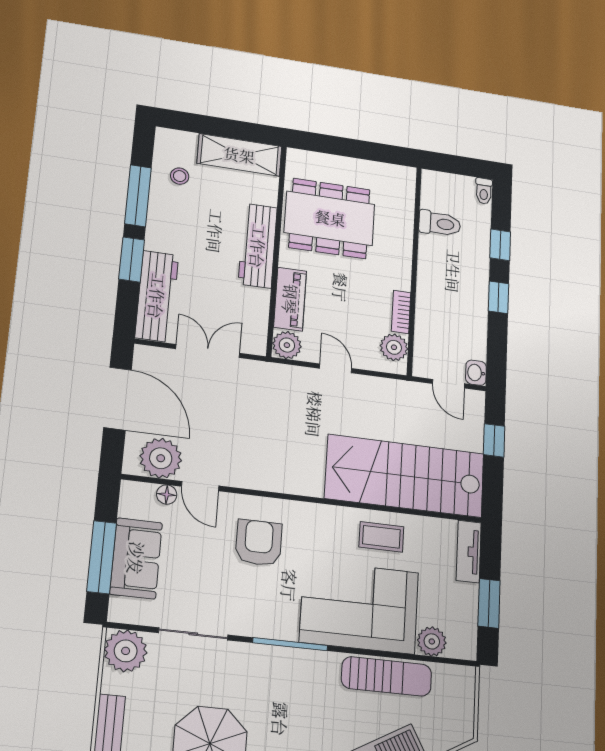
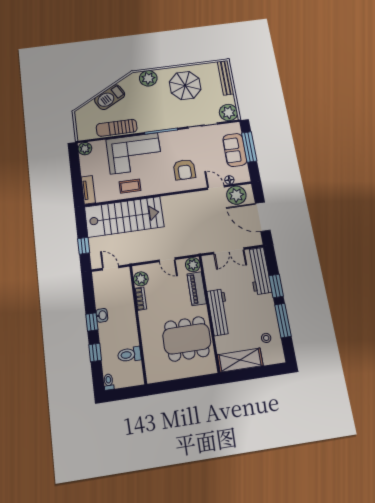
washbasin: (476, 373) -> (102, 315), moved
window: (489, 603) -> (75, 169), removed
plant: (432, 641) -> (85, 149), moved

